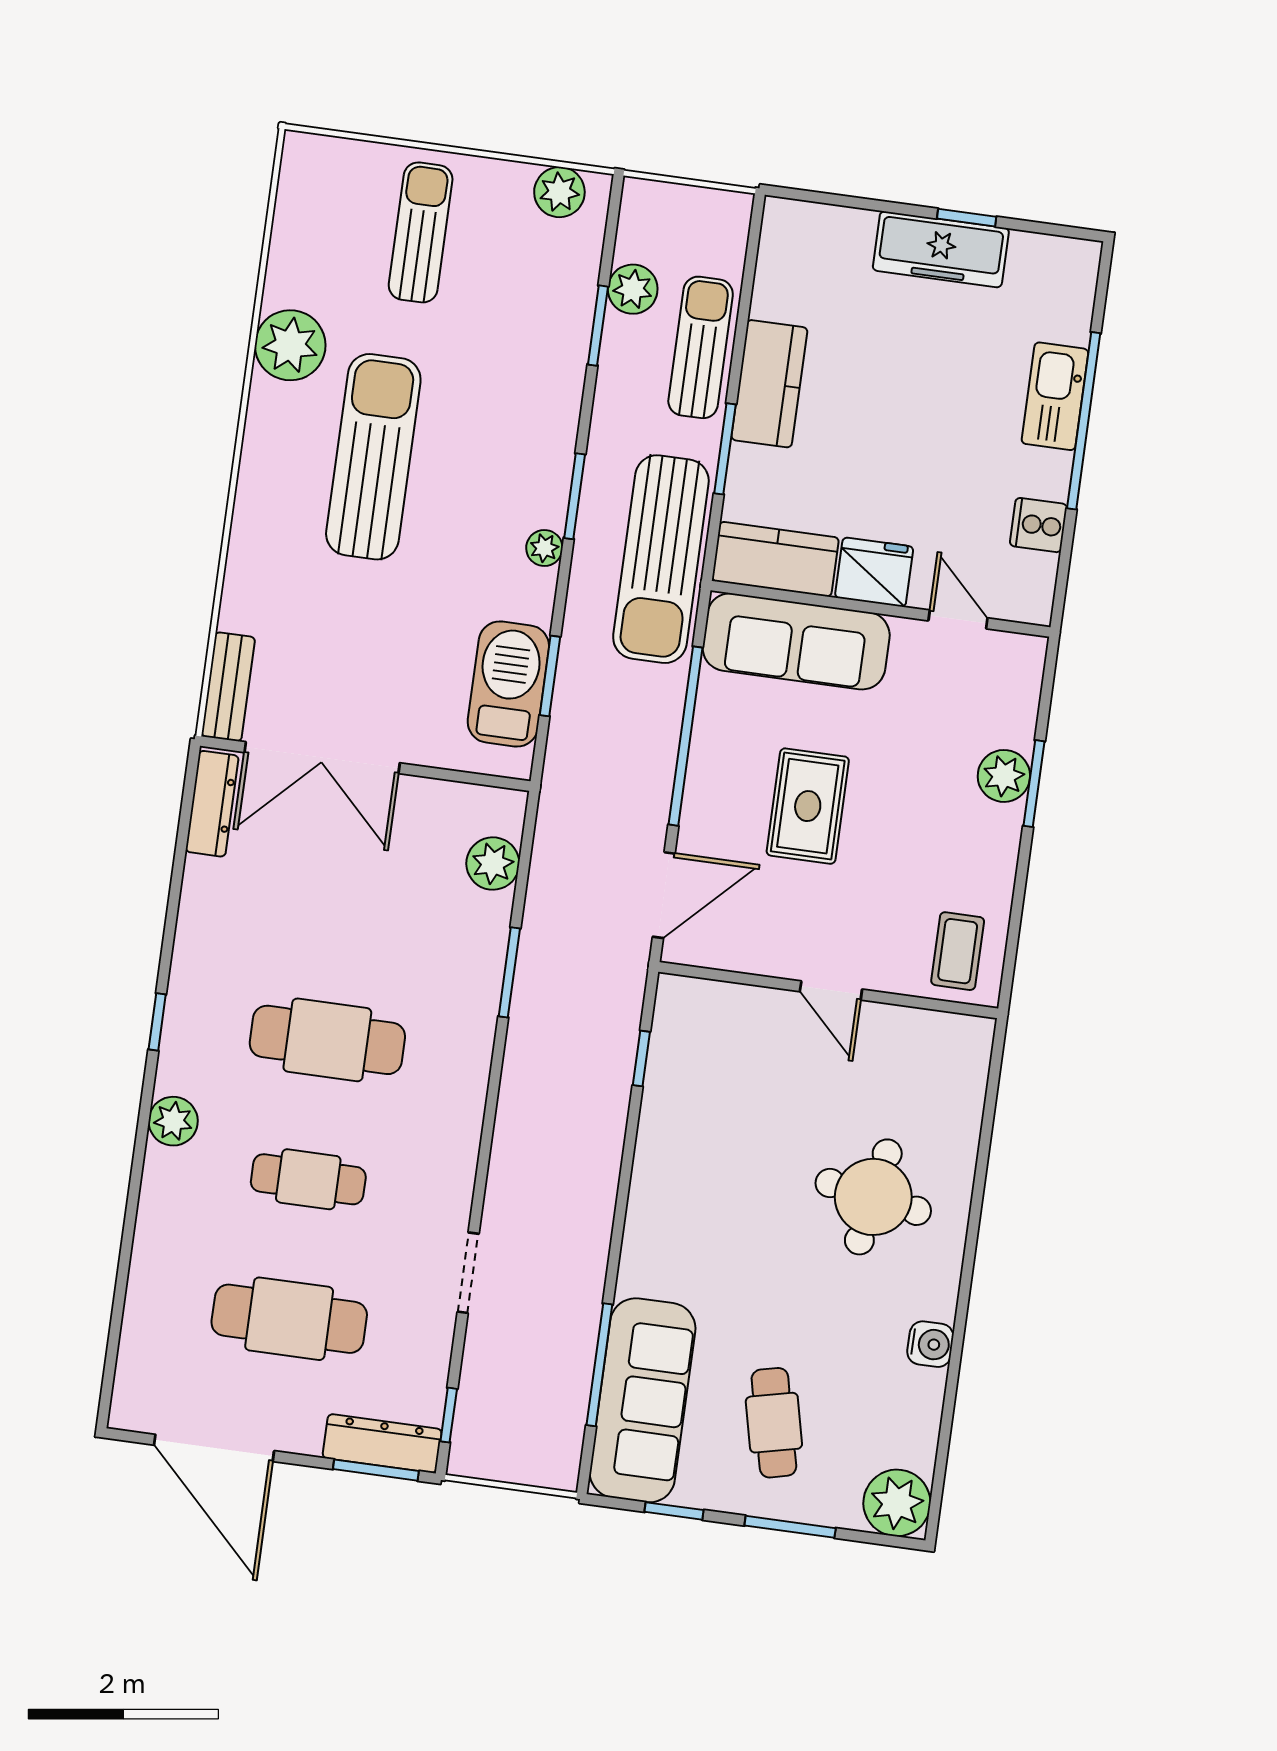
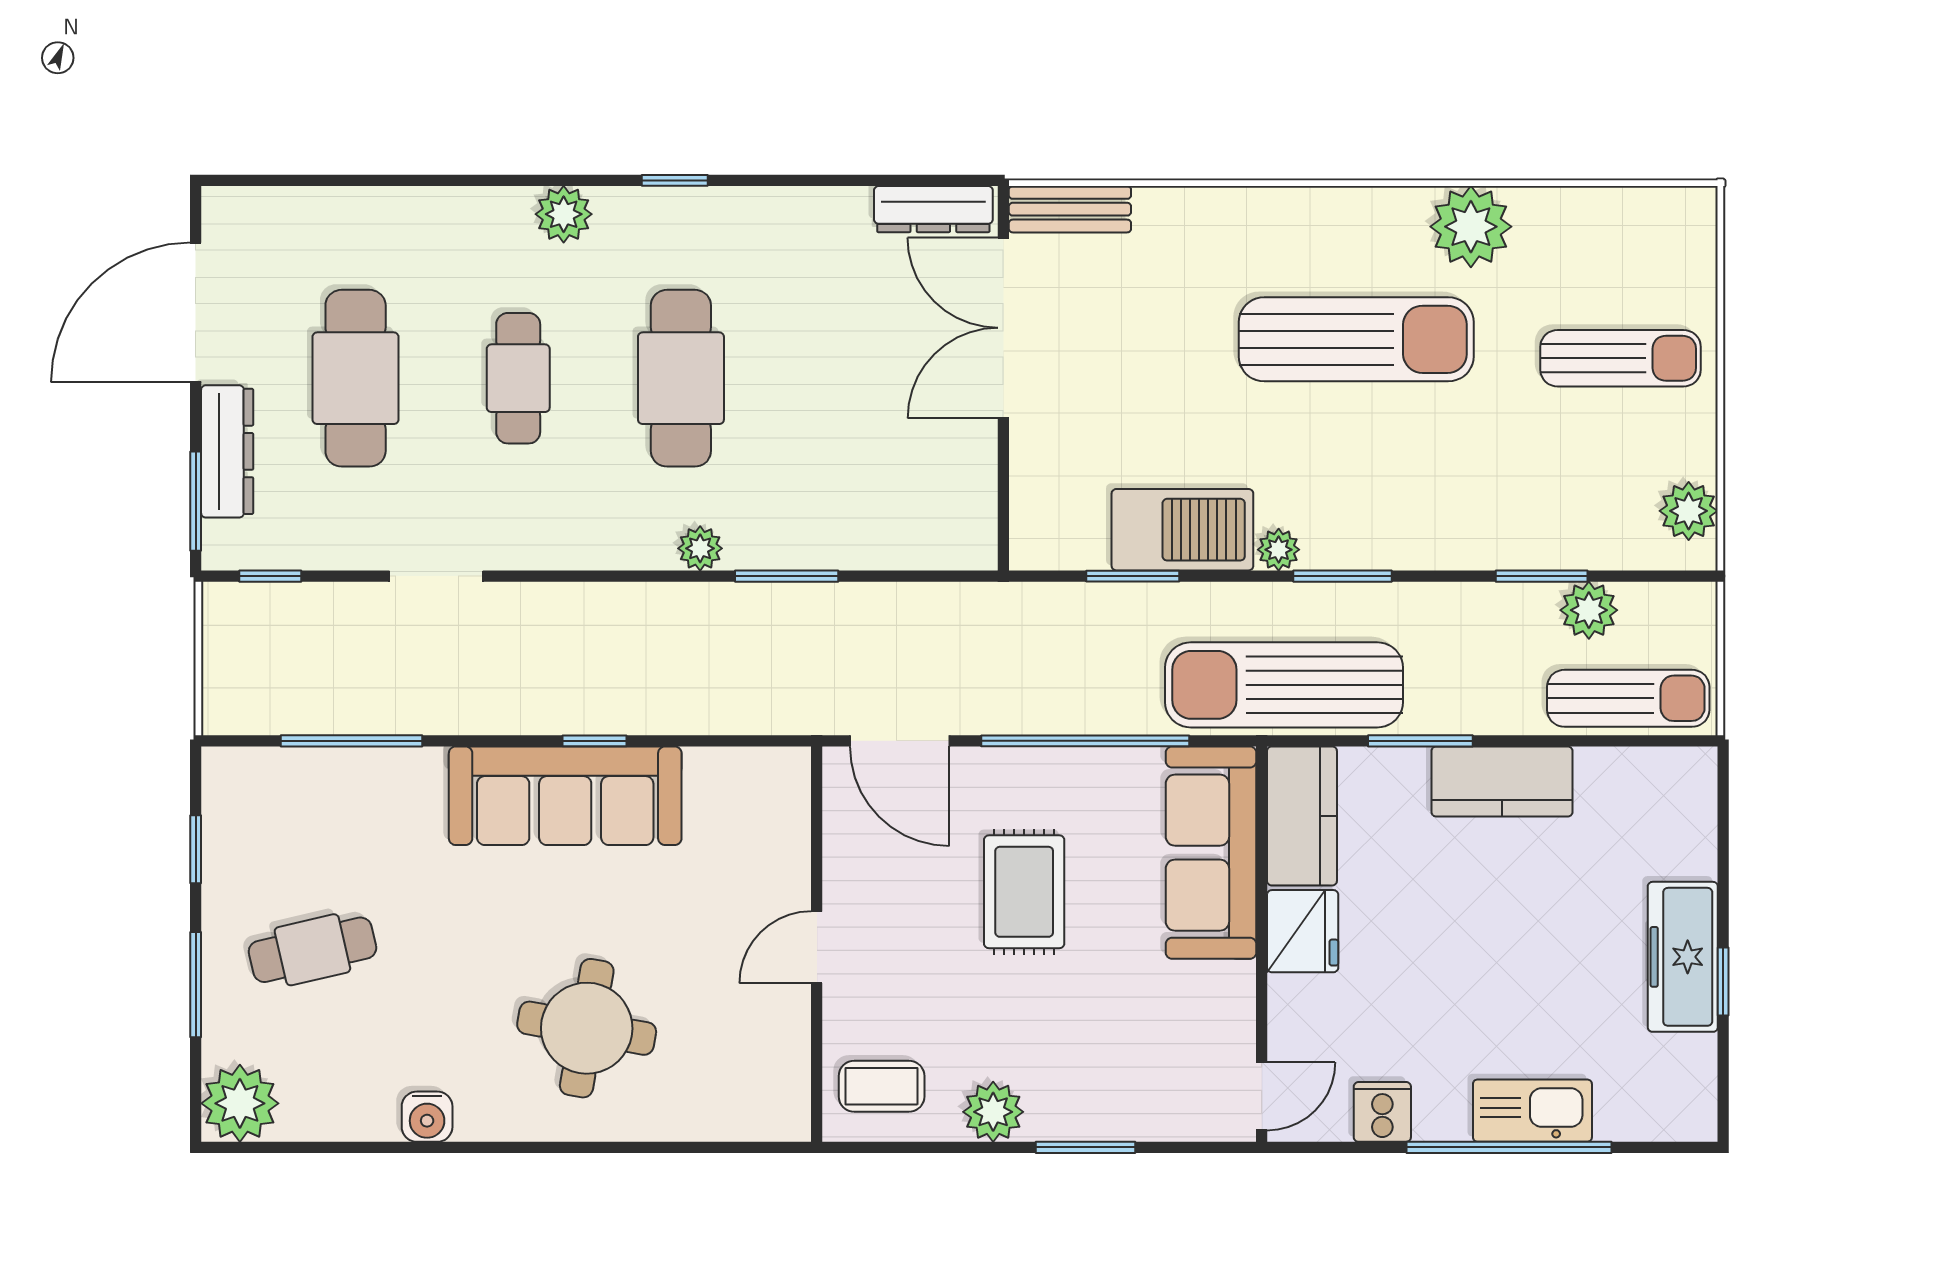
sun lounger: (701, 347) -> (1628, 698), moved
door: (958, 619) -> (1262, 1096), moved
barbecue: (508, 684) -> (1182, 530), moved
plant: (1004, 776) -> (993, 1112), moved
rug: (808, 806) -> (1024, 892), turned 90
plant: (493, 864) -> (700, 548), moved, width x0.73, depth x0.73
window: (641, 1059) -> (595, 741), moved
sofa: (643, 1400) -> (565, 796), moved
dresser: (382, 1444) -> (227, 451), moved

